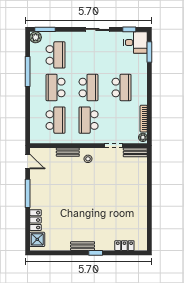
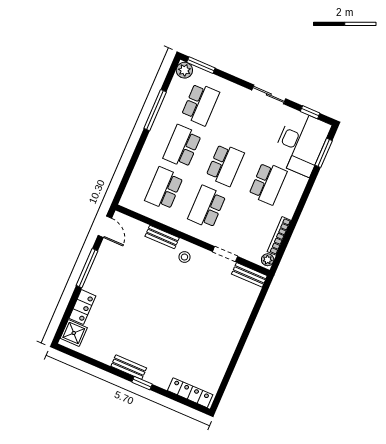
desk: (135, 43) -> (301, 143), width x1.87, depth x1.30
school desk: (55, 120) -> (164, 189), turned 180
locker: (124, 246) -> (190, 393), width x1.53

